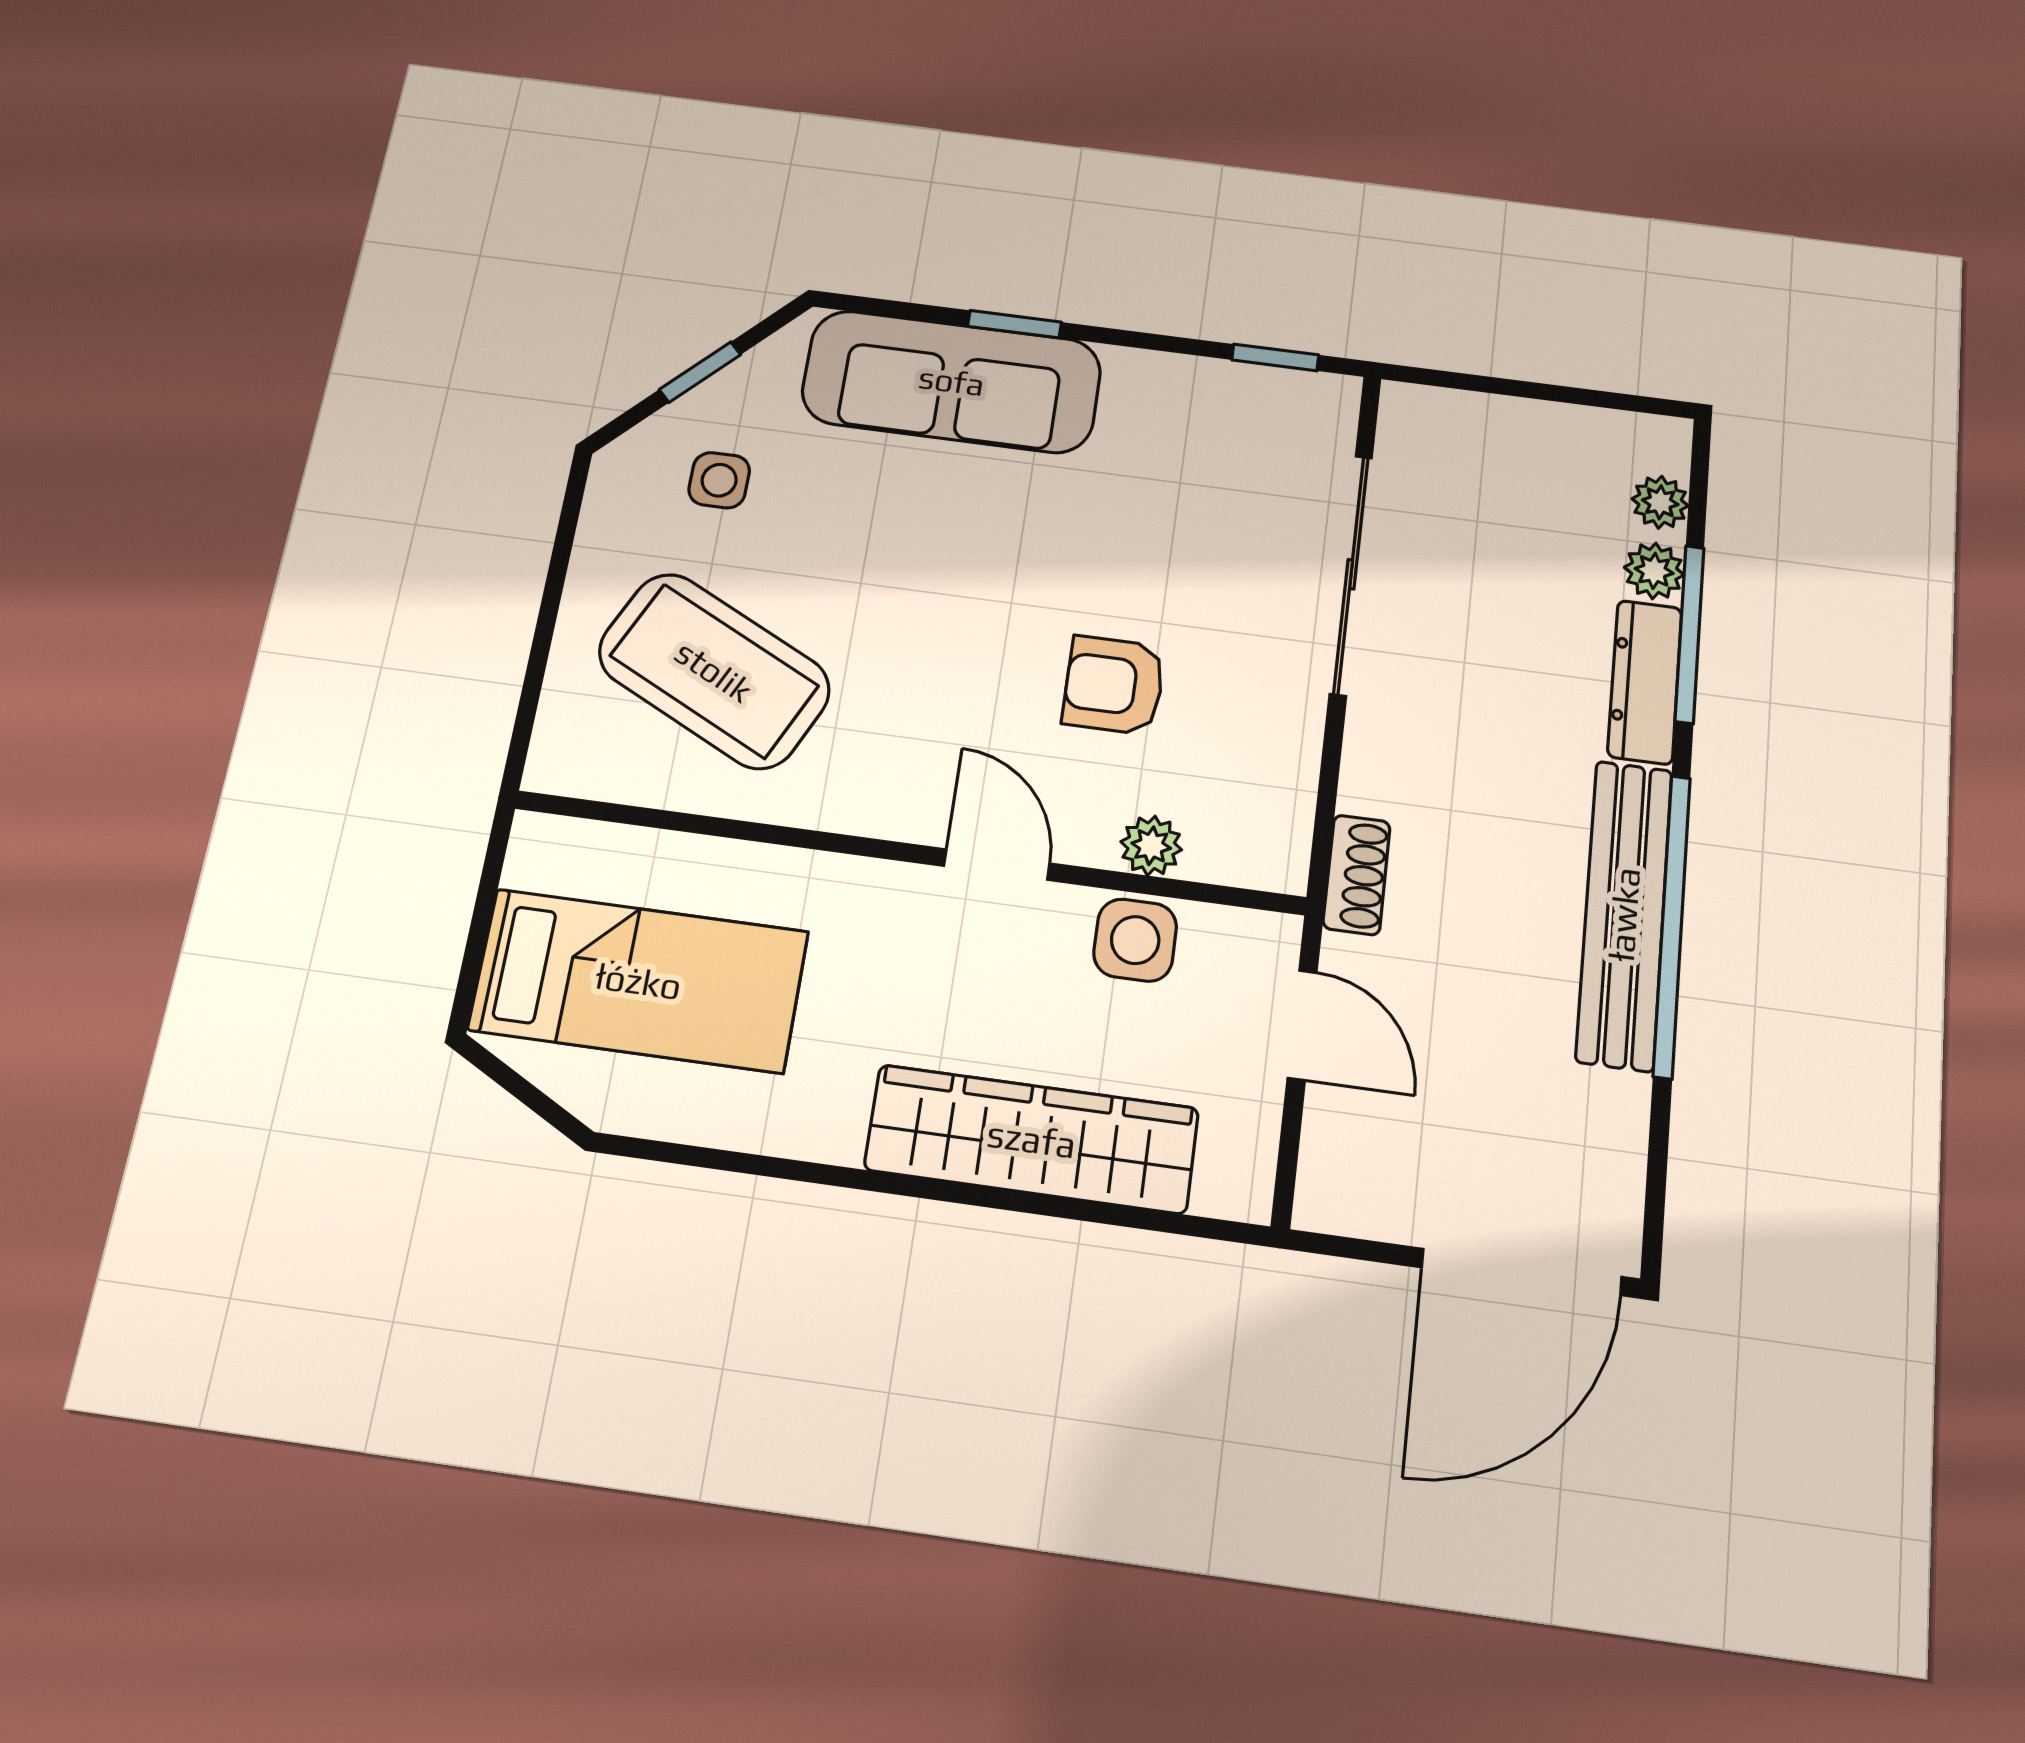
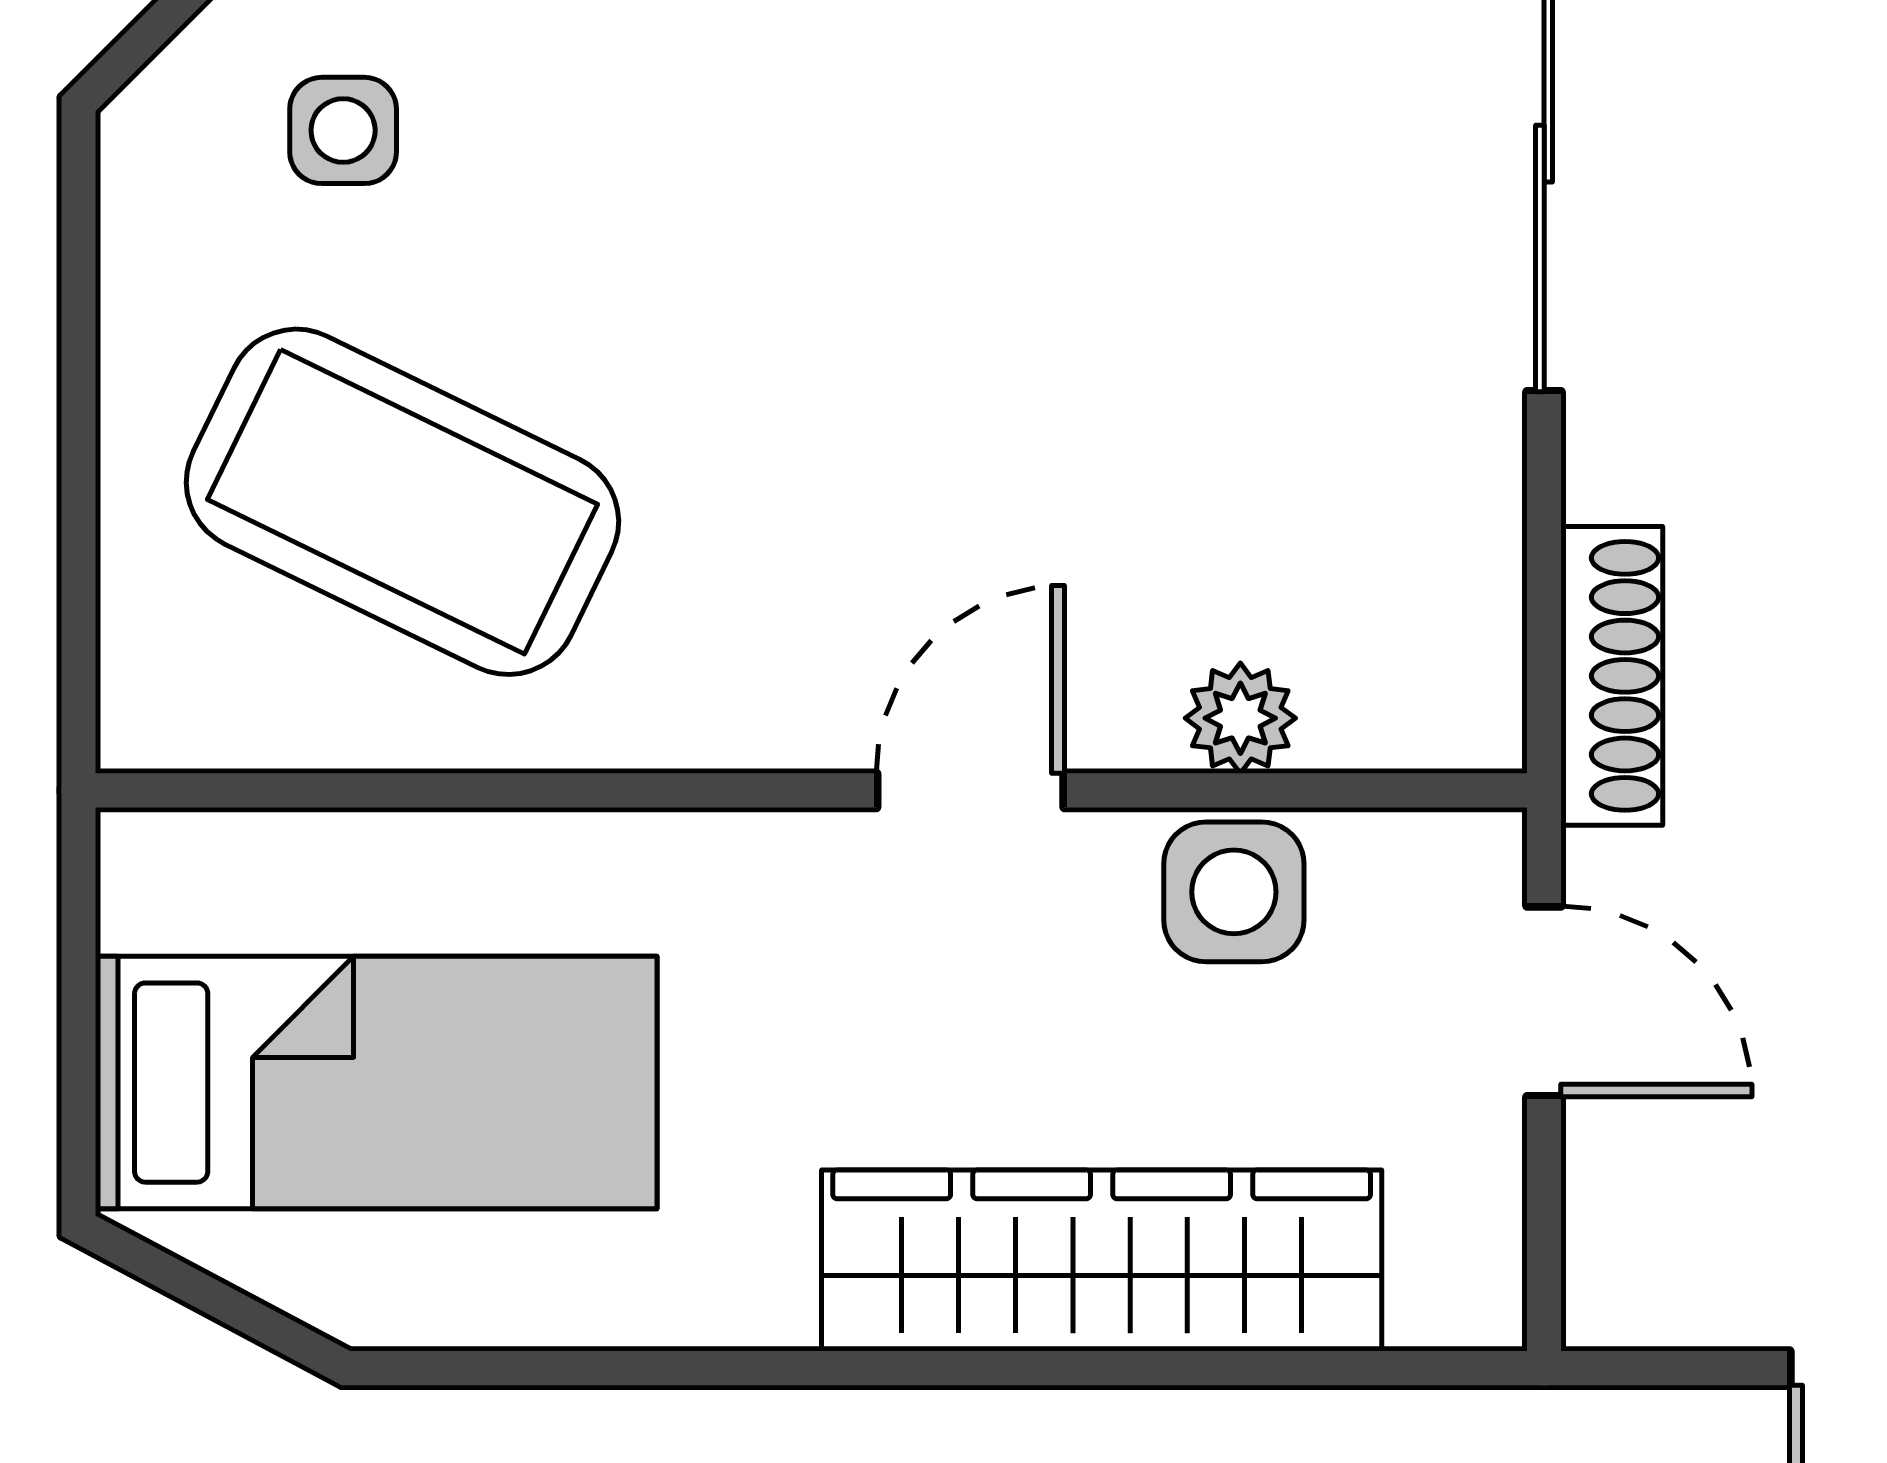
armchair: (1114, 685) -> (1134, 429), removed
door: (997, 865) -> (970, 790), hinge flipped
shoe rack: (1357, 875) -> (1612, 676), width x1.43

